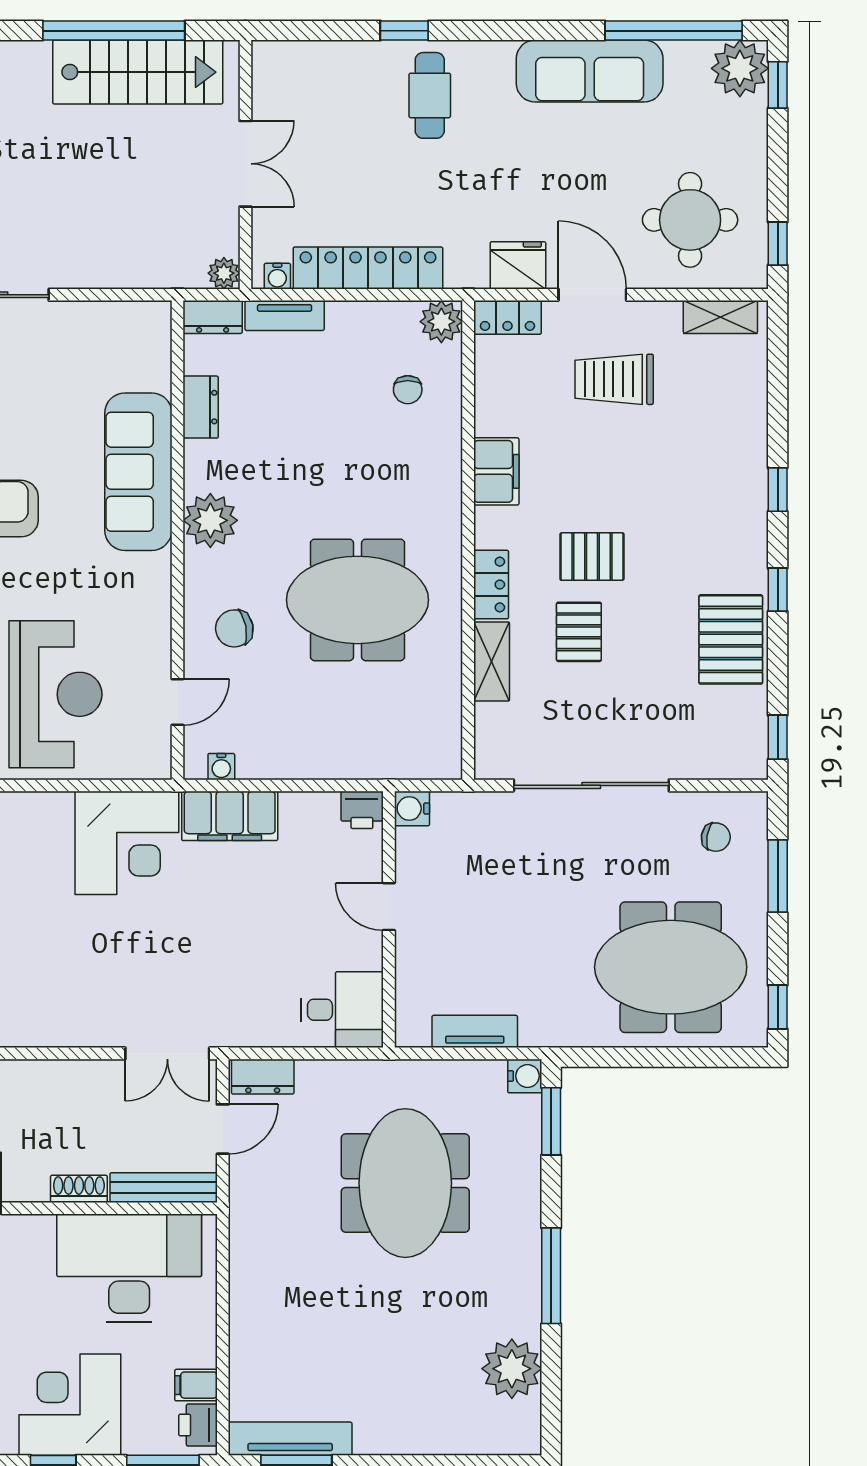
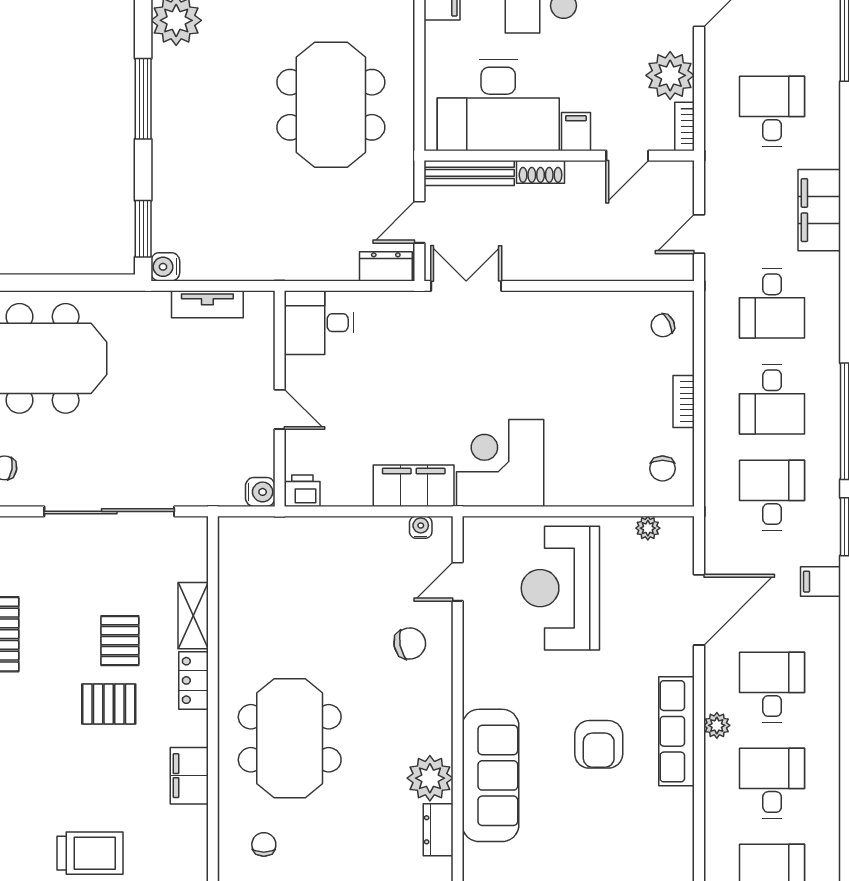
plant: (210, 520) -> (430, 778), moved
meeting table: (357, 600) -> (290, 738), moved, turned 90
meeting table: (405, 1183) -> (331, 105), moved
filing cabinet: (37, 1237) -> (576, 132), added

